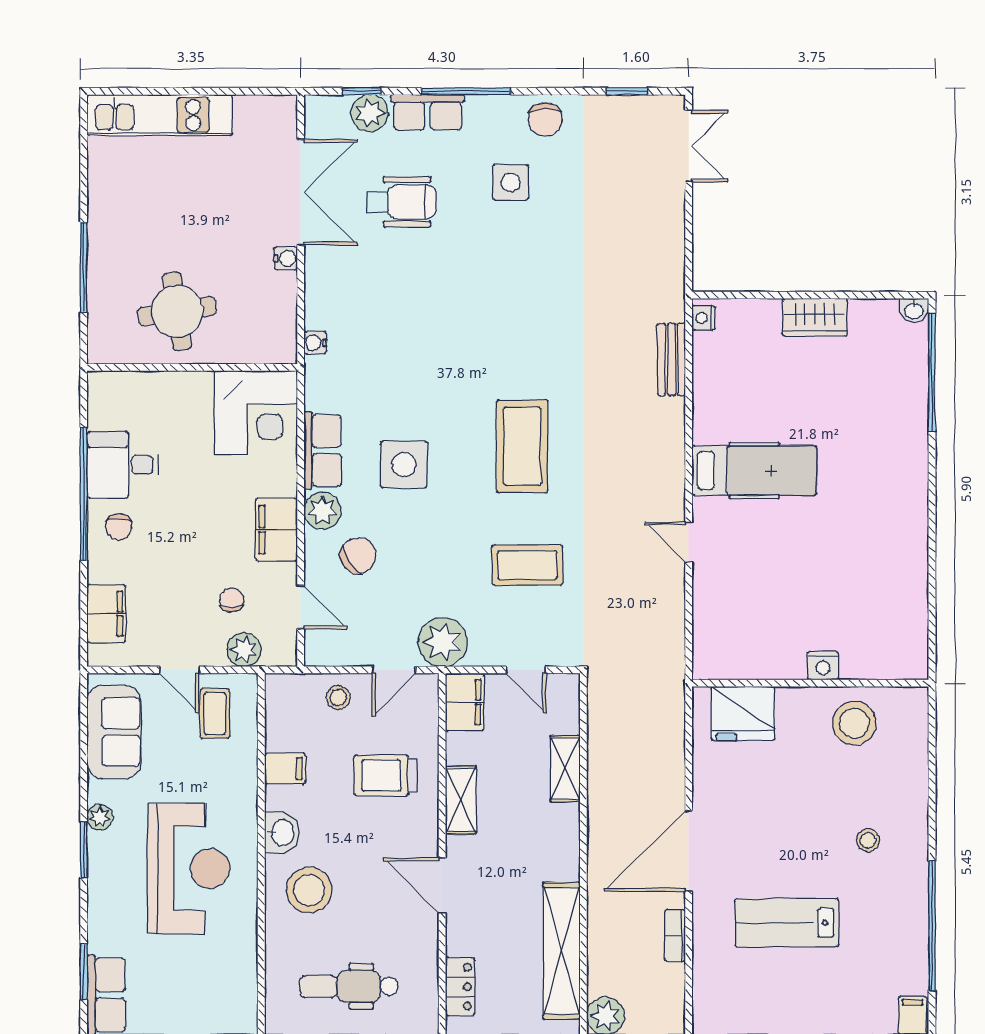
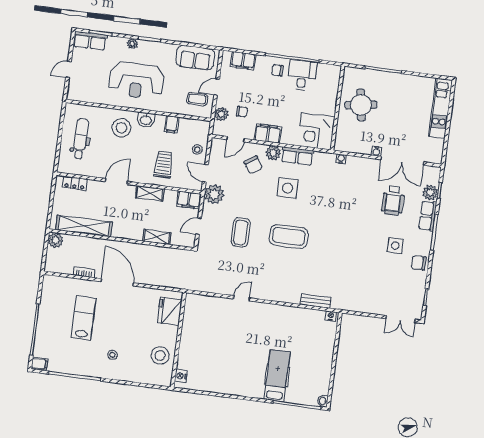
wardrobe: (815, 317) -> (325, 361), removed
hospital bed: (754, 471) -> (277, 376), moved, turned 180
nightstand: (823, 666) -> (181, 376), moved
plant: (100, 817) -> (132, 44), moved

